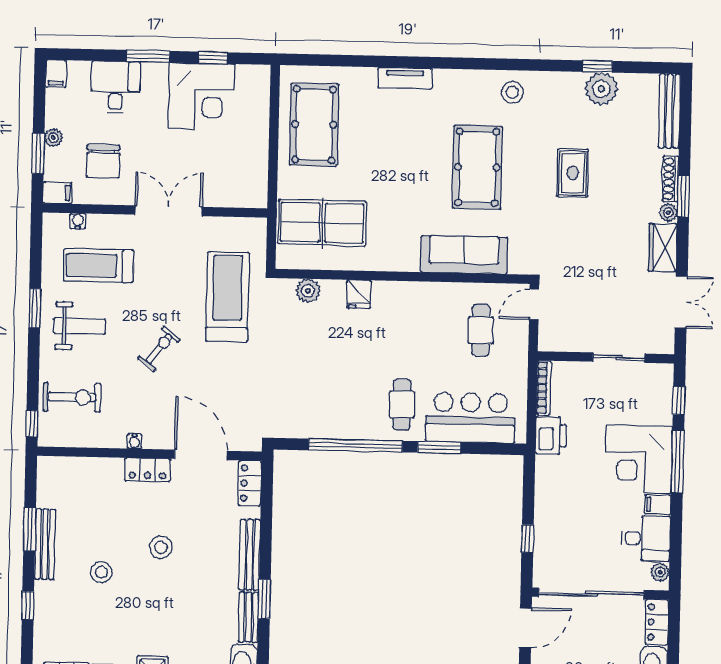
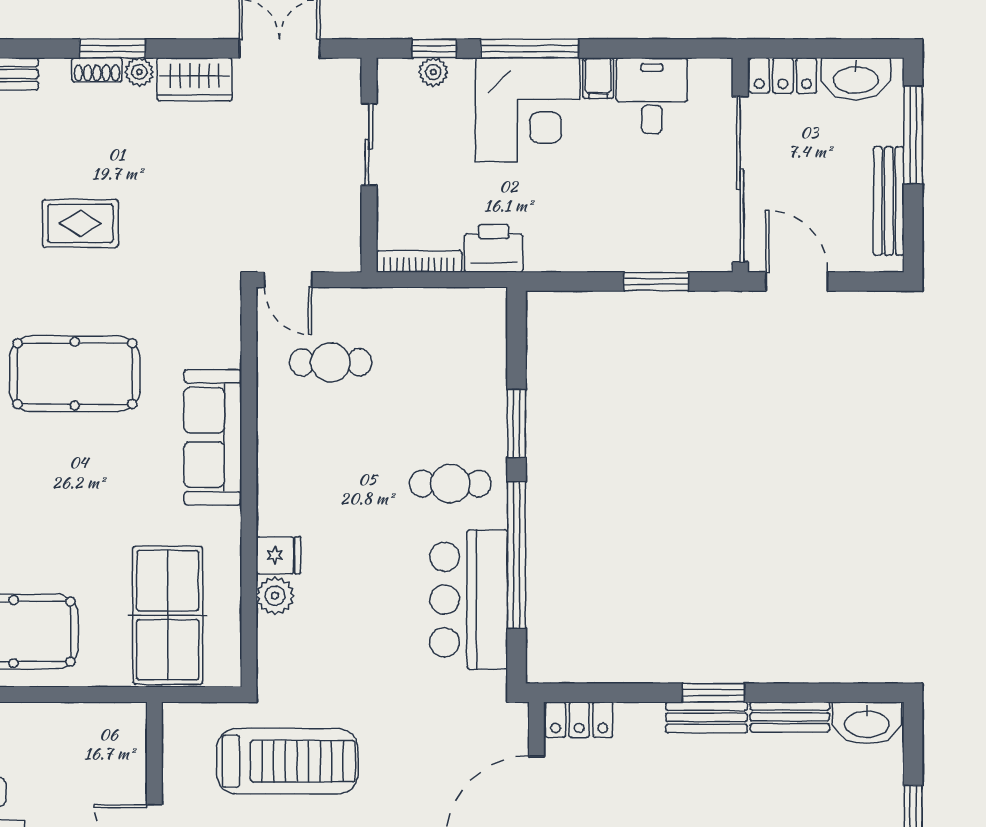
shoe rack: (670, 179) -> (97, 70), width x0.70
sofa: (464, 255) -> (213, 437), moved
plant: (308, 291) -> (275, 596), moved
treadmill: (228, 297) -> (287, 761), turned 180
bar counter: (470, 418) -> (469, 600), moved
window: (528, 538) -> (656, 281), width x1.50
bench: (250, 555) -> (707, 717), width x0.73
plant: (660, 572) -> (433, 72), moved
window: (264, 599) -> (713, 693), moved

